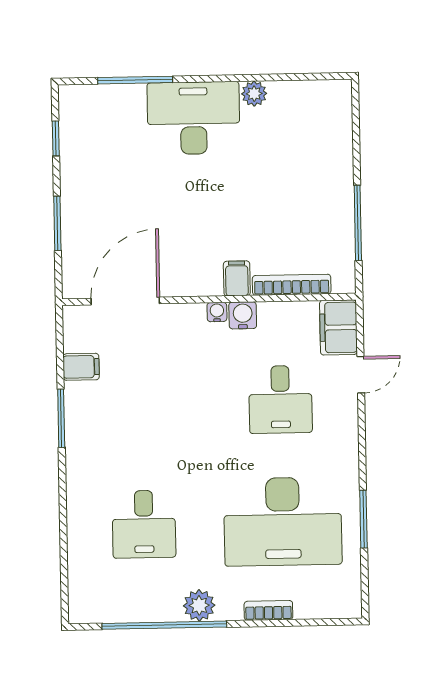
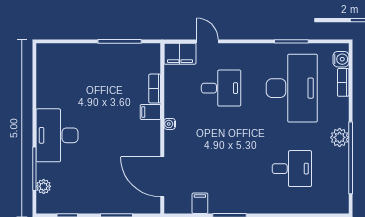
plant: (254, 94) -> (44, 186), moved
bookcase: (292, 285) -> (155, 89), width x0.64
water cooler: (243, 315) -> (341, 59), moved, turned 180
bookcase: (268, 610) -> (343, 82), moved

